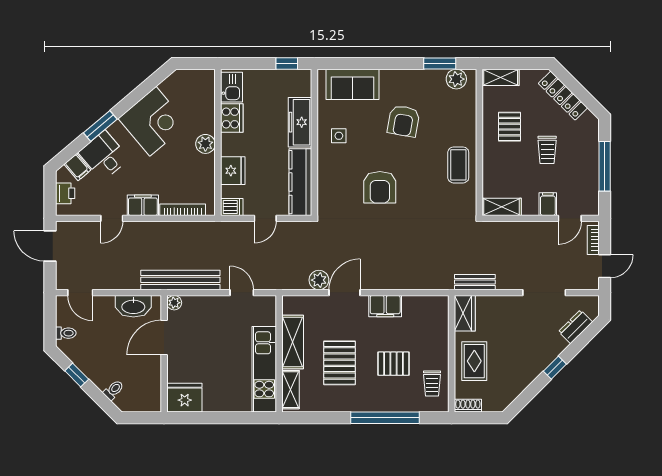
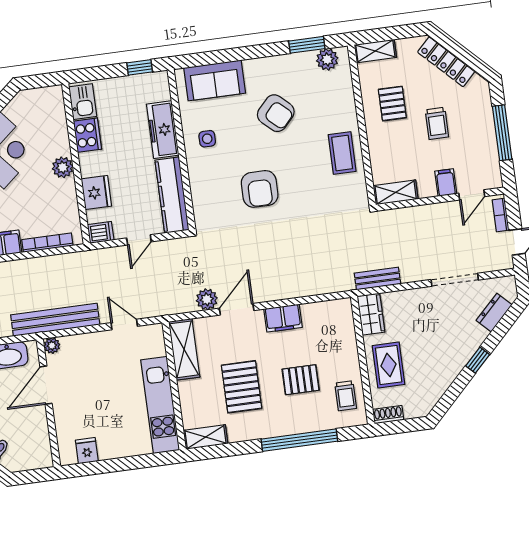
armchair: (404, 121) -> (276, 113), turned -57
shelving: (293, 342) -> (184, 349), moved
shelving: (291, 390) -> (206, 437), moved, turned 90
fridge: (185, 398) -> (87, 451), width x0.53, depth x0.75

